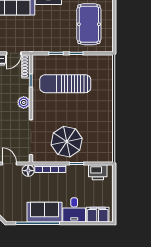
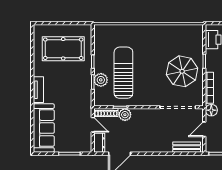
plant: (58, 61) -> (101, 80), added
sun lounger: (65, 84) -> (123, 73), turned 180
plant: (24, 102) -> (125, 115), moved

